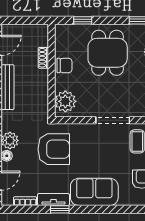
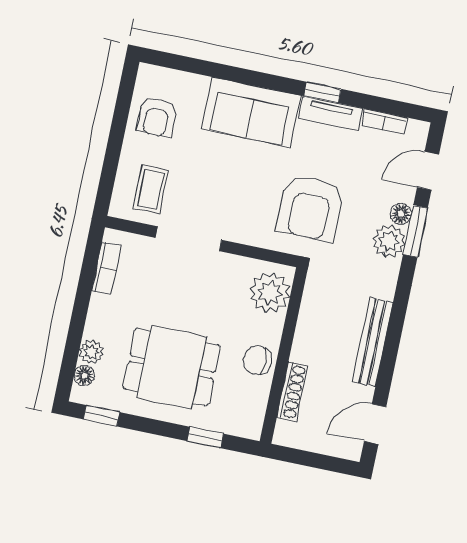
dining table: (108, 53) -> (172, 367), turned 90
shoe rack: (43, 58) -> (292, 391), width x1.43
armchair: (54, 149) -> (310, 208), turned -90

